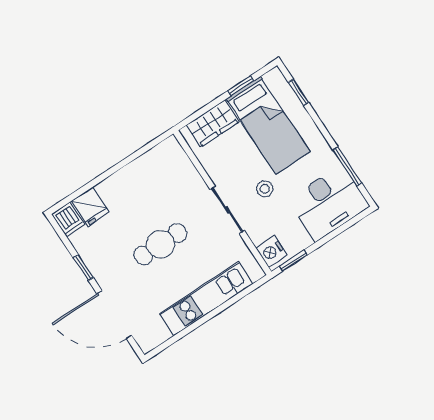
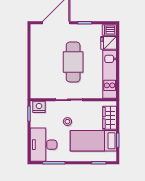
cafe table: (160, 244) -> (73, 62), width x1.37, depth x1.35
kitchen unit: (206, 299) -> (110, 74), moved, turned 180

